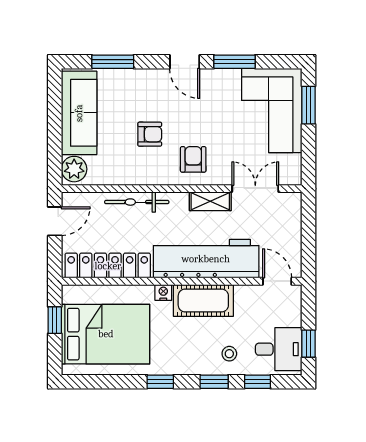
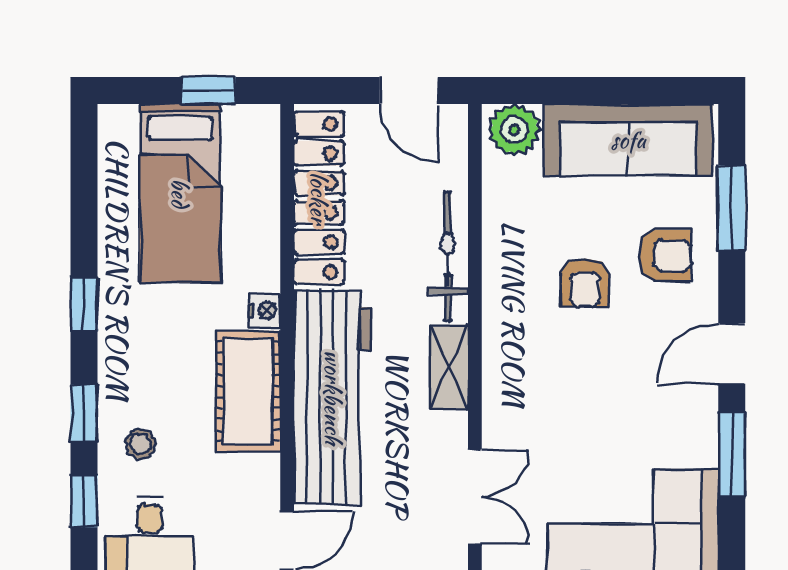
armchair: (193, 159) -> (665, 255), moved
shelving: (210, 201) -> (449, 367), moved
bed: (106, 334) -> (180, 193), width x0.67

